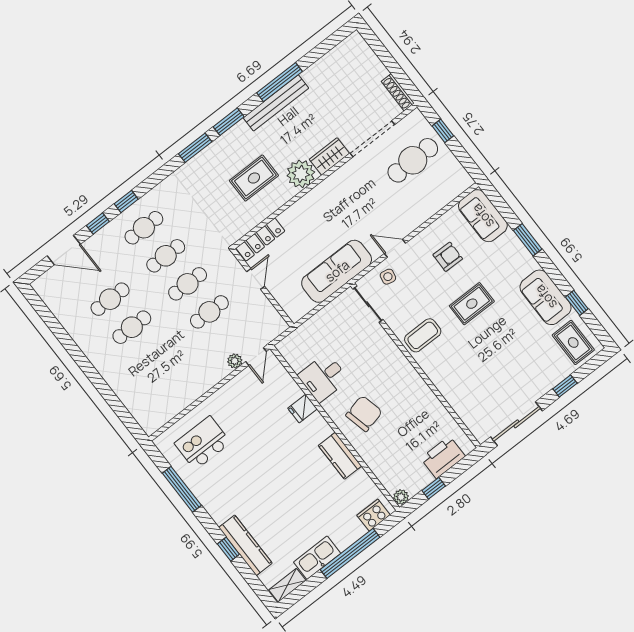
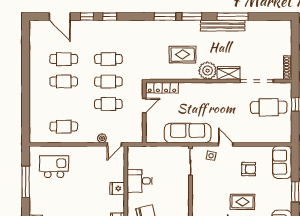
cafe table: (144, 228) -> (64, 126), moved
coffee table: (423, 335) -> (206, 199), removed

